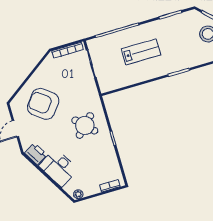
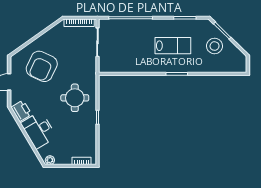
lab bench: (141, 52) -> (173, 46), moved
armchair: (43, 104) -> (42, 66), turned -102
round table: (85, 125) -> (75, 98), turned 45

